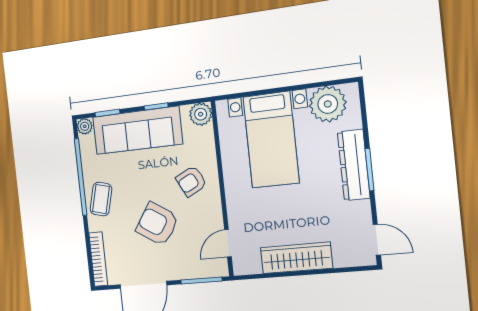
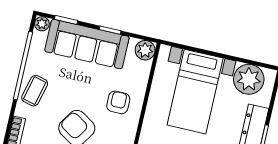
armchair: (191, 181) -> (118, 102), turned 117

